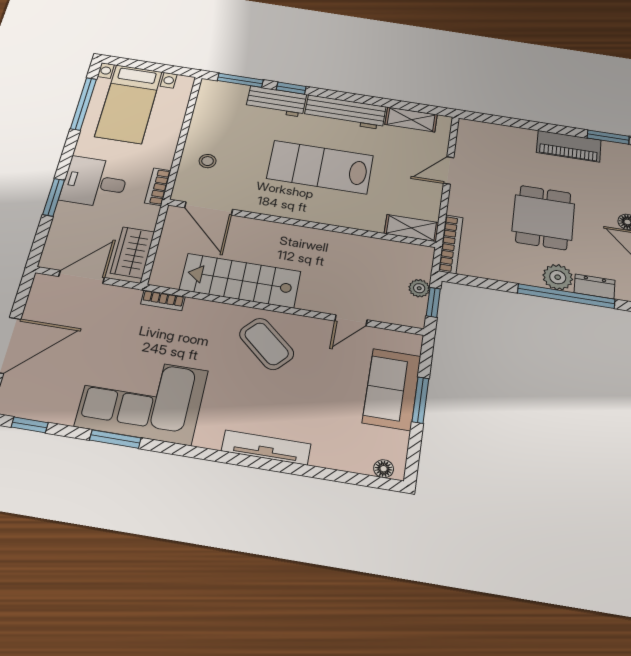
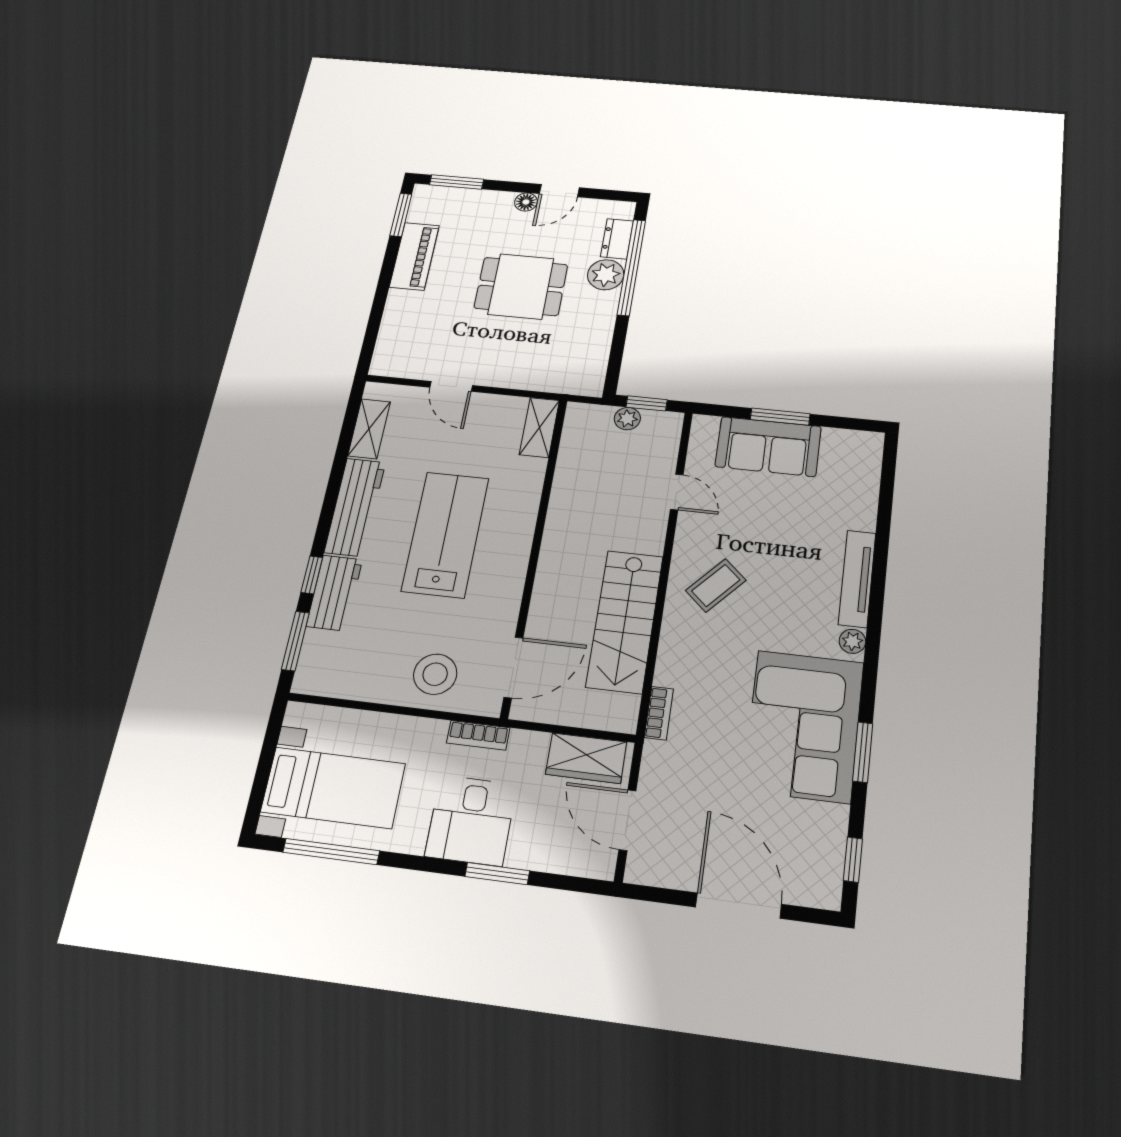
stool: (208, 161) -> (435, 674), width x1.89, depth x1.89
lab bench: (320, 167) -> (445, 534), turned 180
bookcase: (451, 244) -> (562, 385), removed
coffee table: (267, 344) -> (716, 585), width x0.73, depth x0.77
plant: (210, 439) -> (852, 641), added
floor lamp: (384, 469) -> (872, 454), removed

